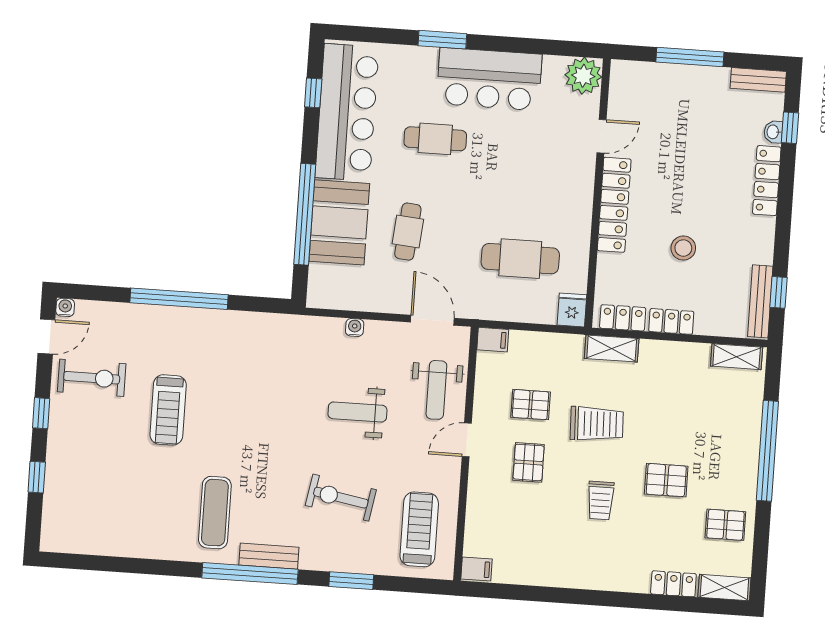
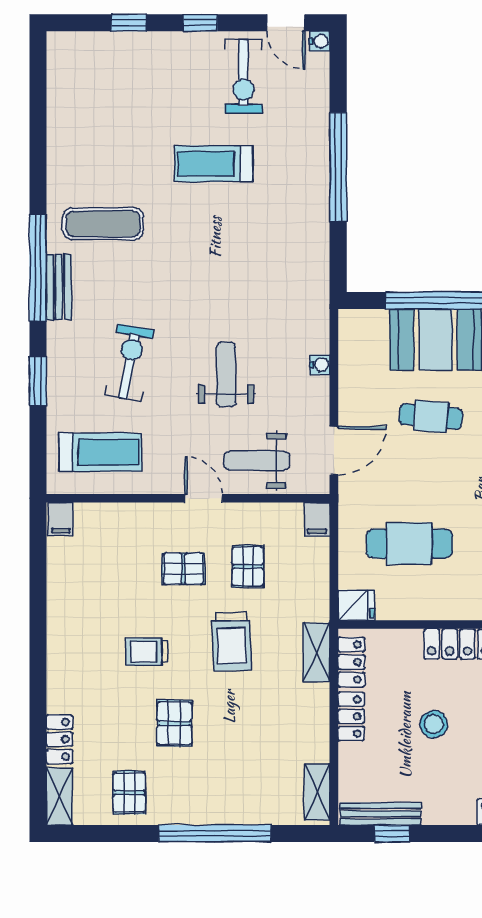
cafe table: (520, 259) -> (409, 544), turned 90

